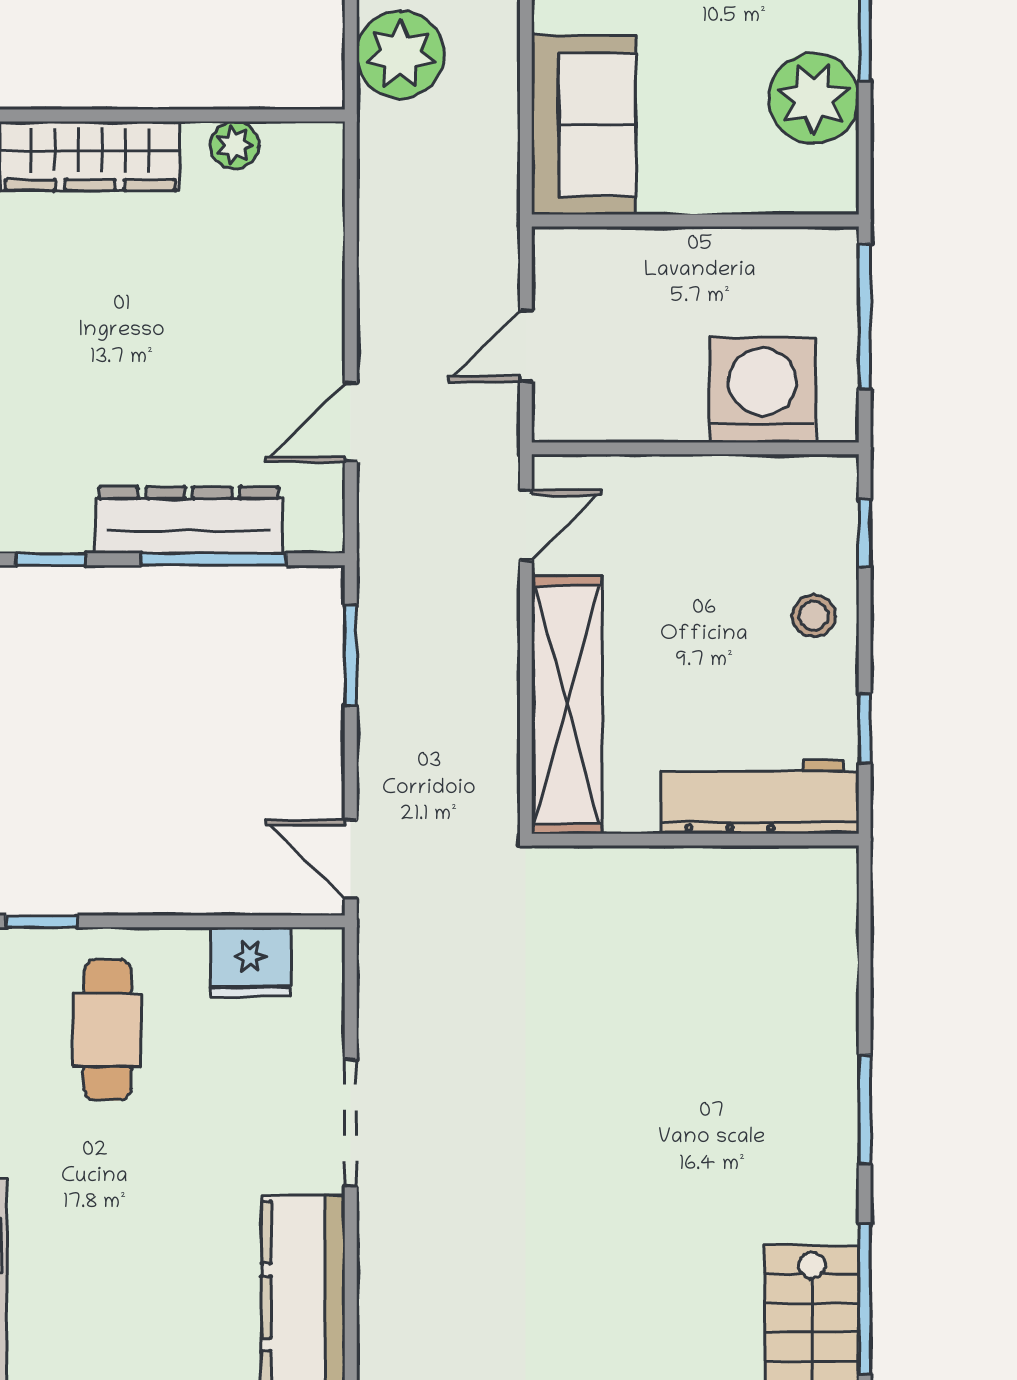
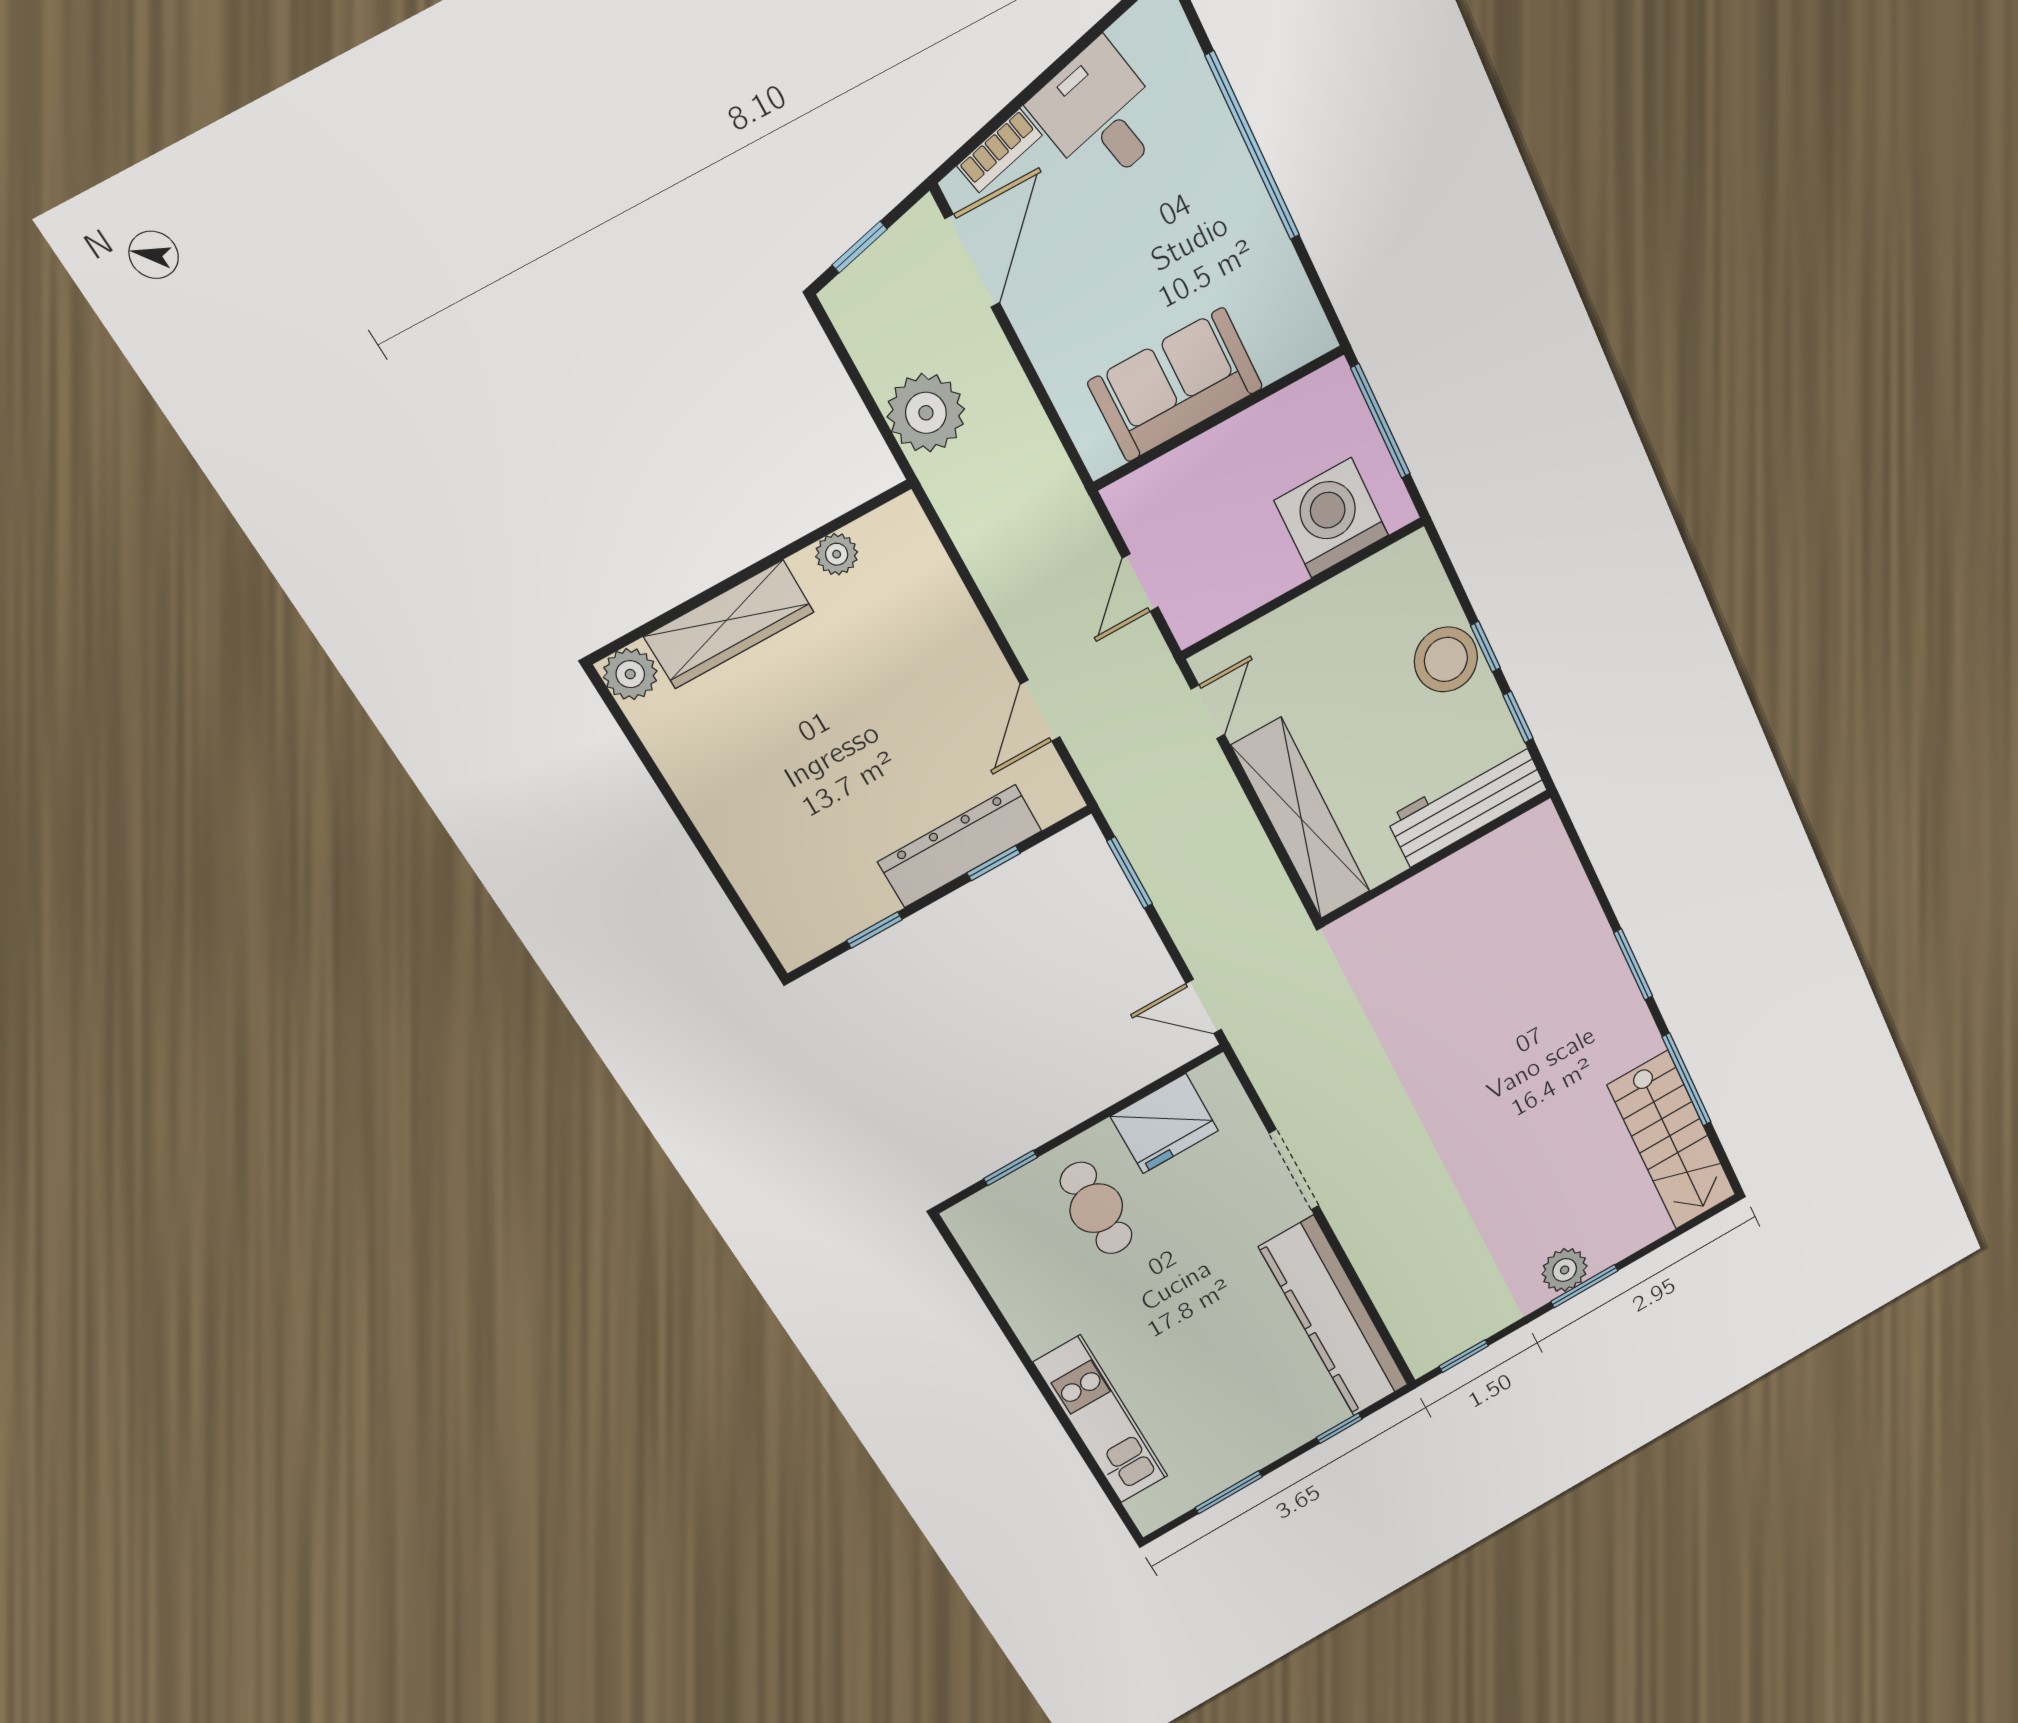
plant: (814, 98) -> (1262, 272), removed
sofa: (584, 125) -> (1175, 385), moved, turned -90
window: (865, 533) -> (1485, 647), moved
window: (214, 559) -> (993, 863), width x0.46
stool: (814, 616) -> (1446, 659), width x1.89, depth x1.89
fridge: (250, 962) -> (1164, 1124), width x1.36, depth x1.34

